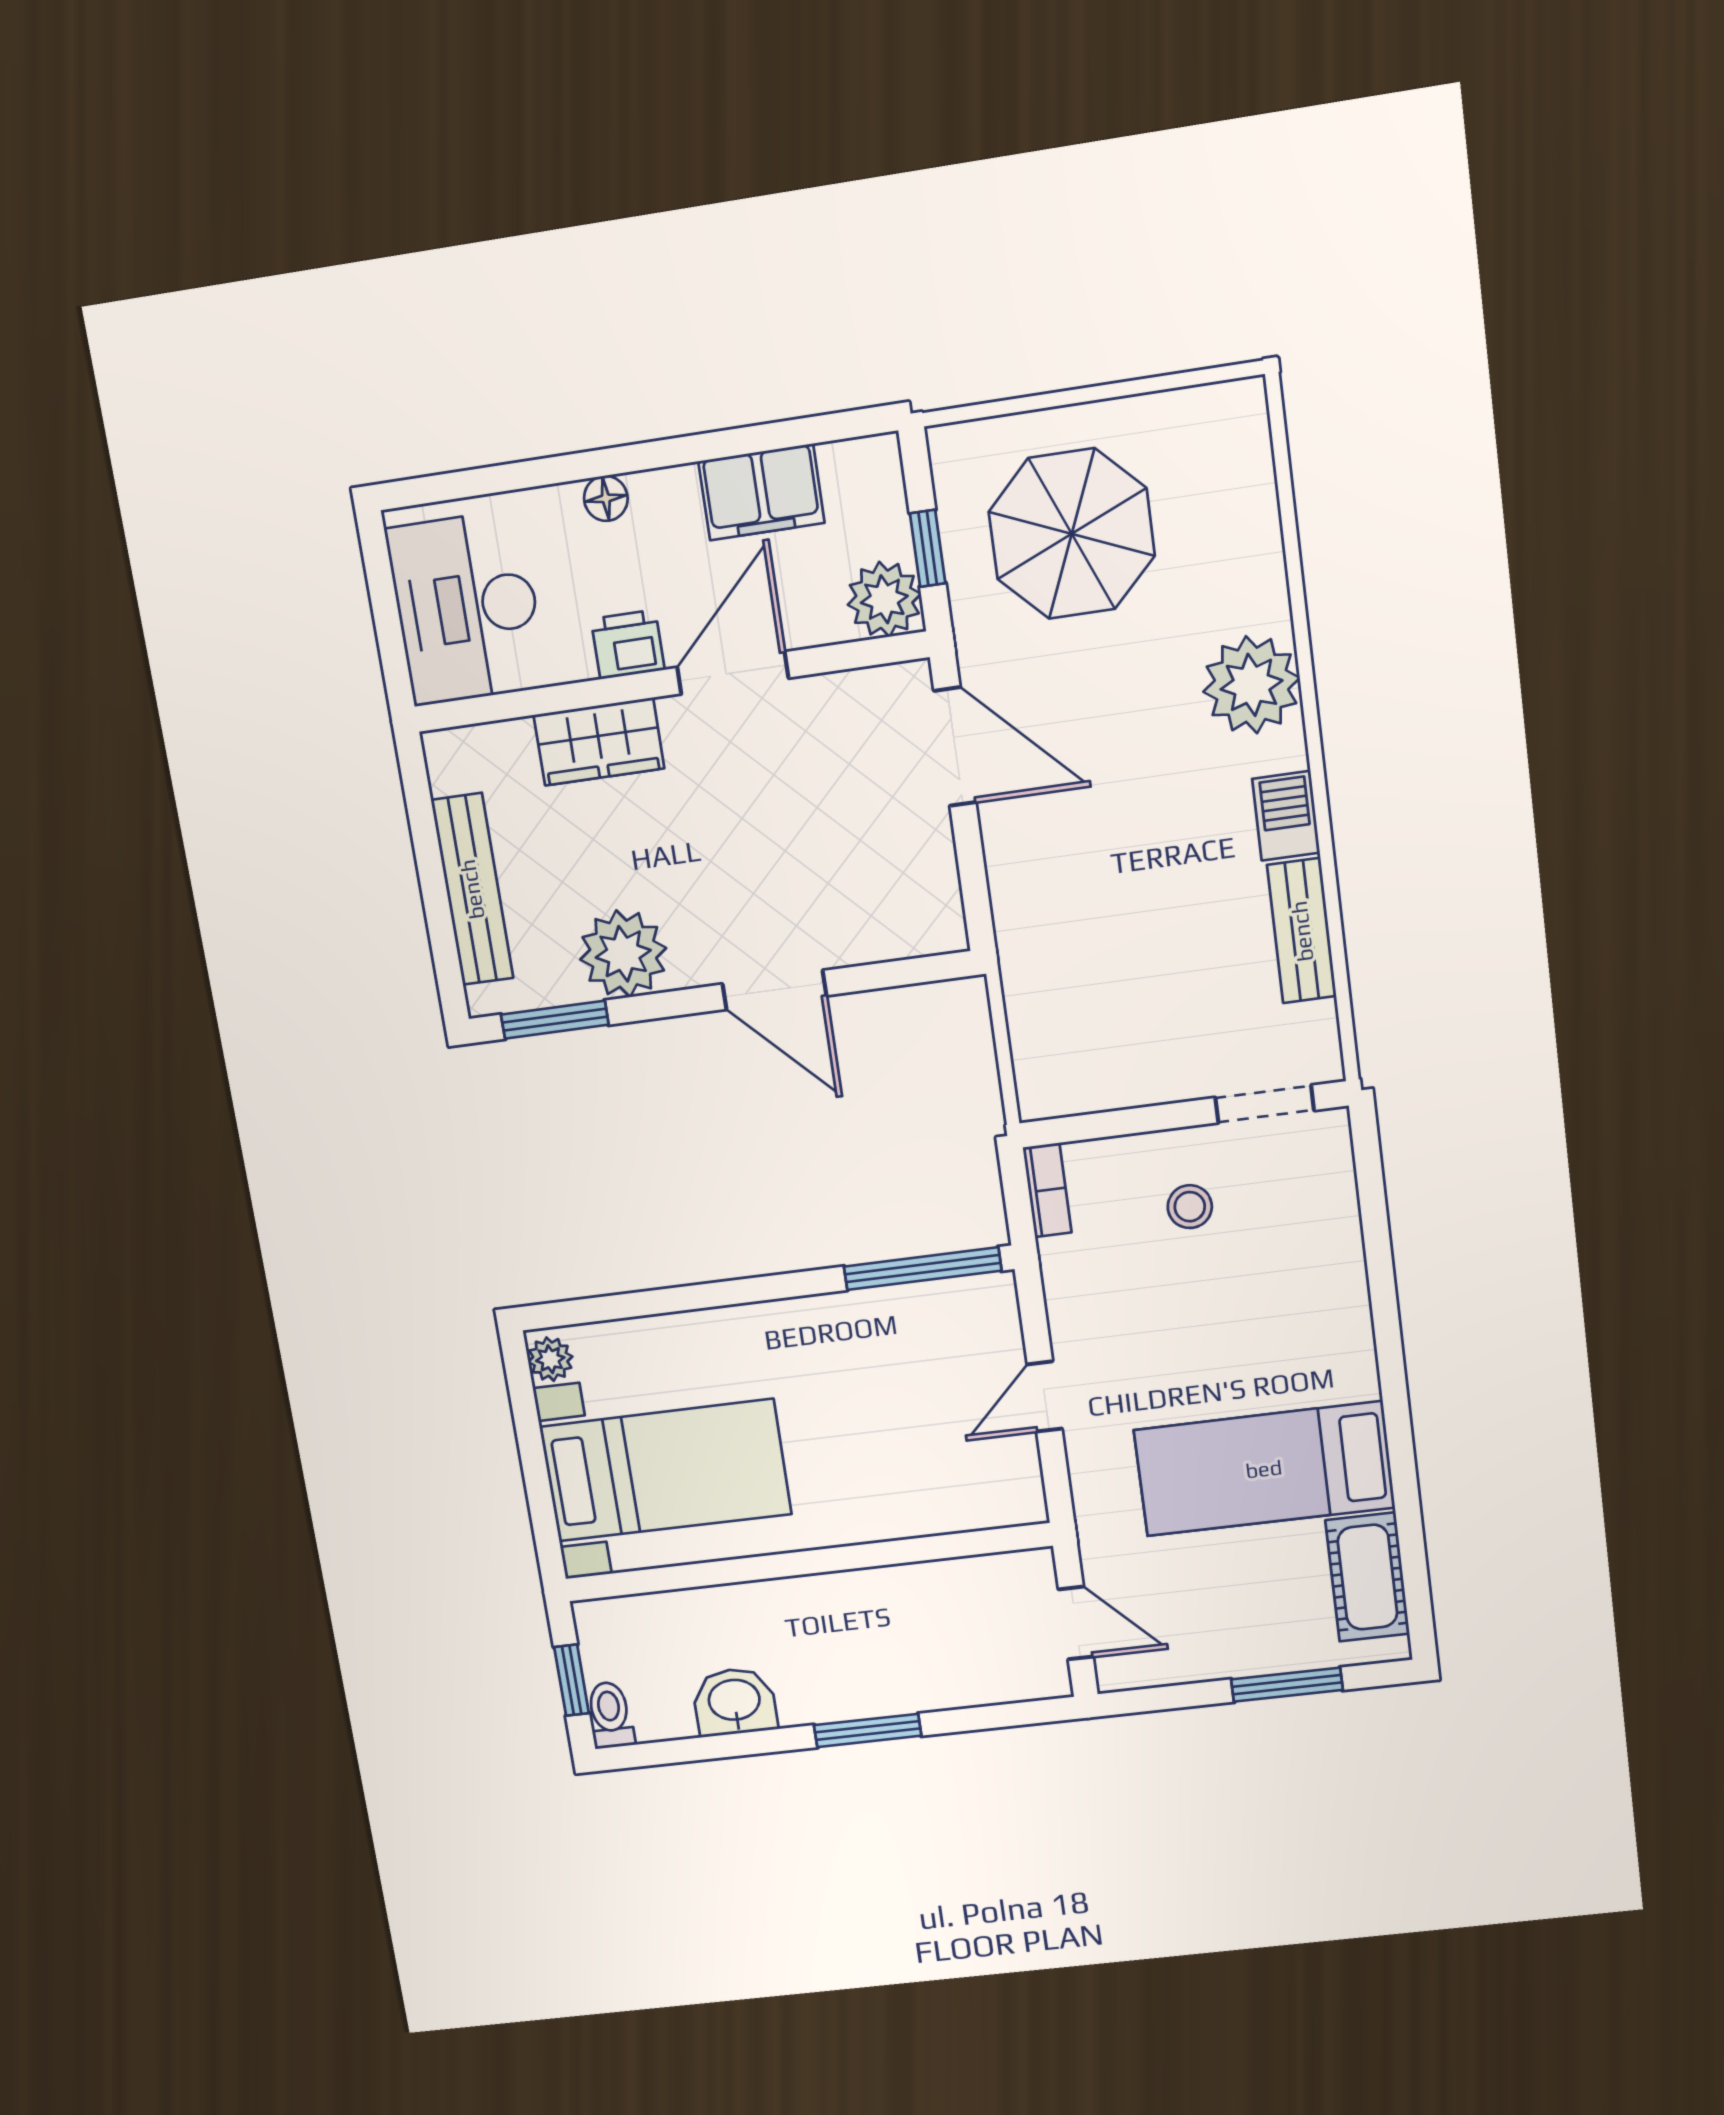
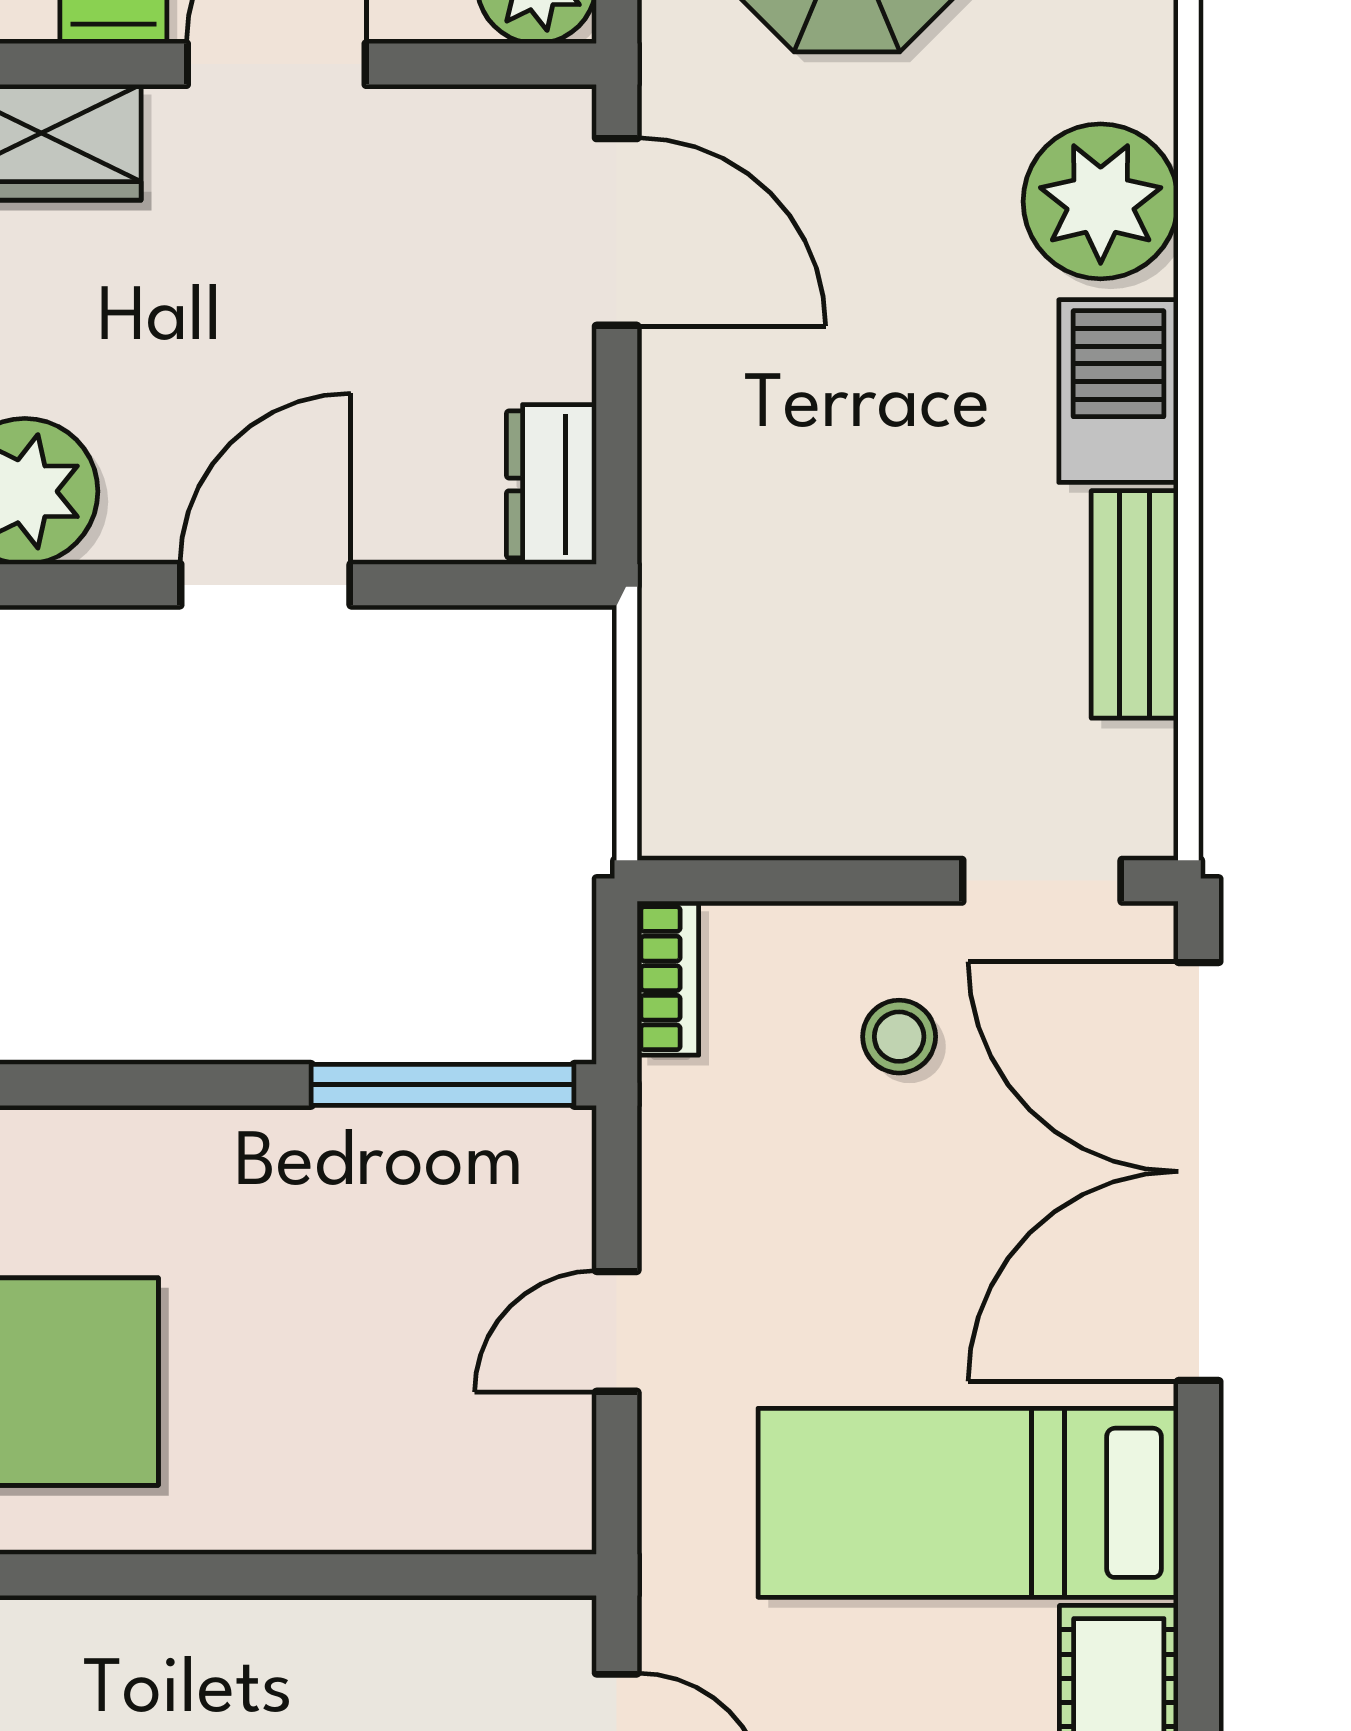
barbecue: (1286, 816) -> (1118, 391), width x1.38, depth x1.27
dresser: (937, 906) -> (551, 484), added
door: (774, 990) -> (265, 585), swing flipped
double door: (1379, 1263) -> (1199, 1171), added

